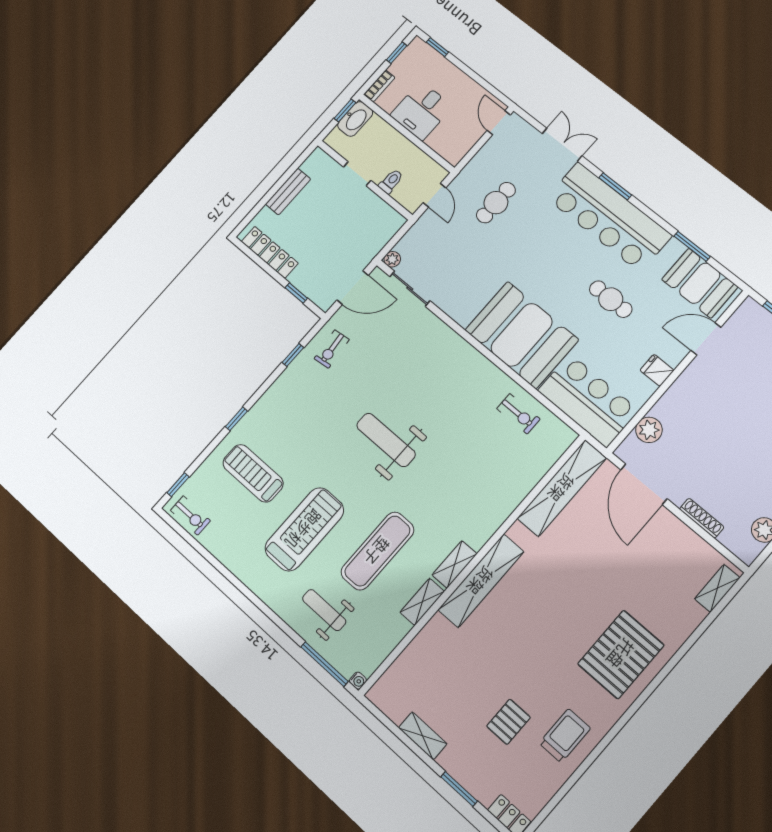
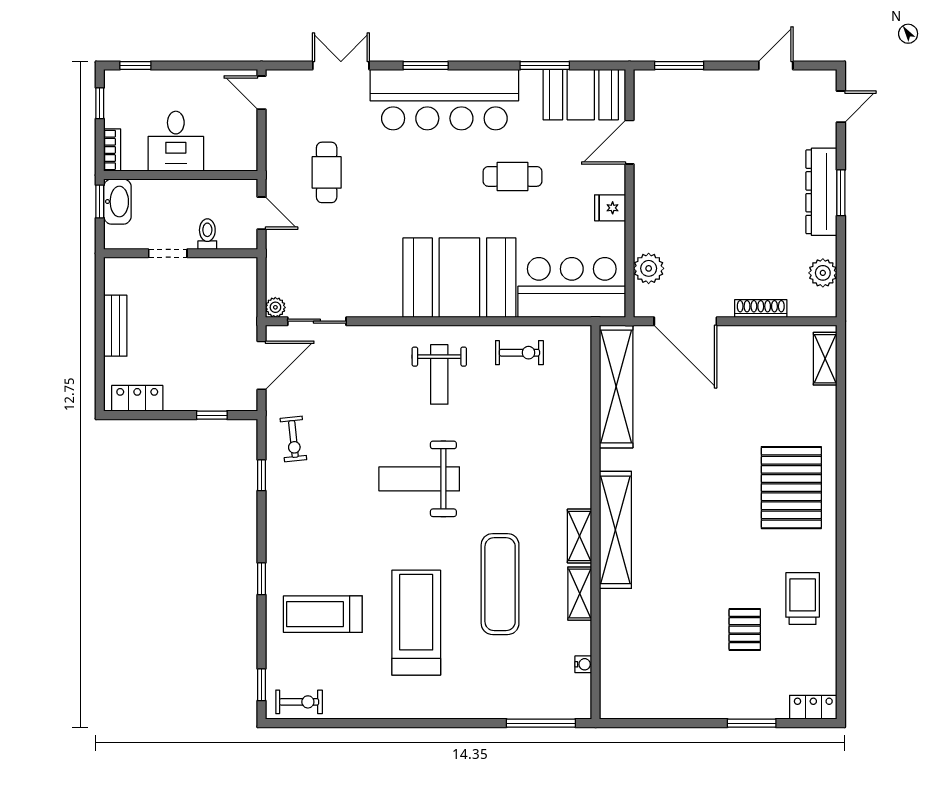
locker: (270, 252) -> (137, 398), width x0.66
weight bench: (324, 610) -> (439, 374), moved, turned -90
water cooler: (358, 681) -> (583, 664), moved
shelving: (423, 736) -> (681, 707), removed

